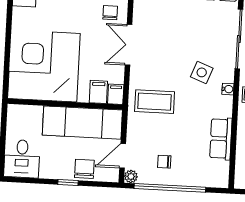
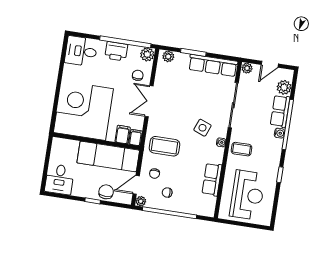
chair: (145, 139) -> (155, 174), added

